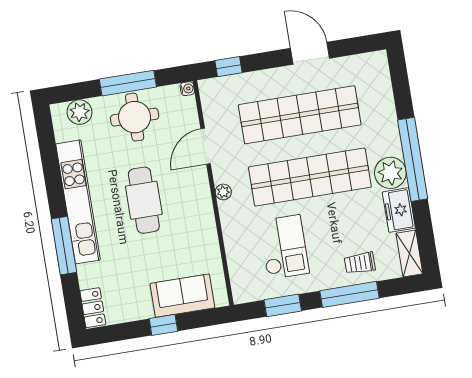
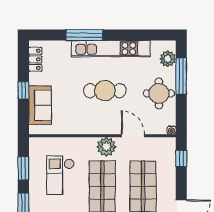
window: (128, 83) -> (181, 76), moved
plant: (223, 192) -> (106, 147), width x1.88, depth x1.88
checkout: (284, 247) -> (60, 175), turned 90
locker: (93, 308) -> (35, 59), moved, turned -90

